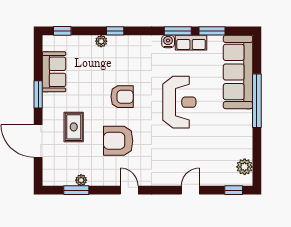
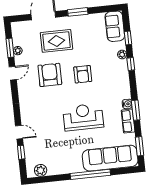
window: (62, 31) -> (128, 38), moved
window: (212, 31) -> (140, 146), moved
sofa: (54, 72) -> (115, 26), moved, turned 90
reception desk: (179, 102) -> (83, 117), turned 180
rug: (74, 127) -> (57, 41), width x1.36, depth x1.43
door: (129, 190) -> (13, 73), moved
window: (234, 190) -> (21, 152), moved

